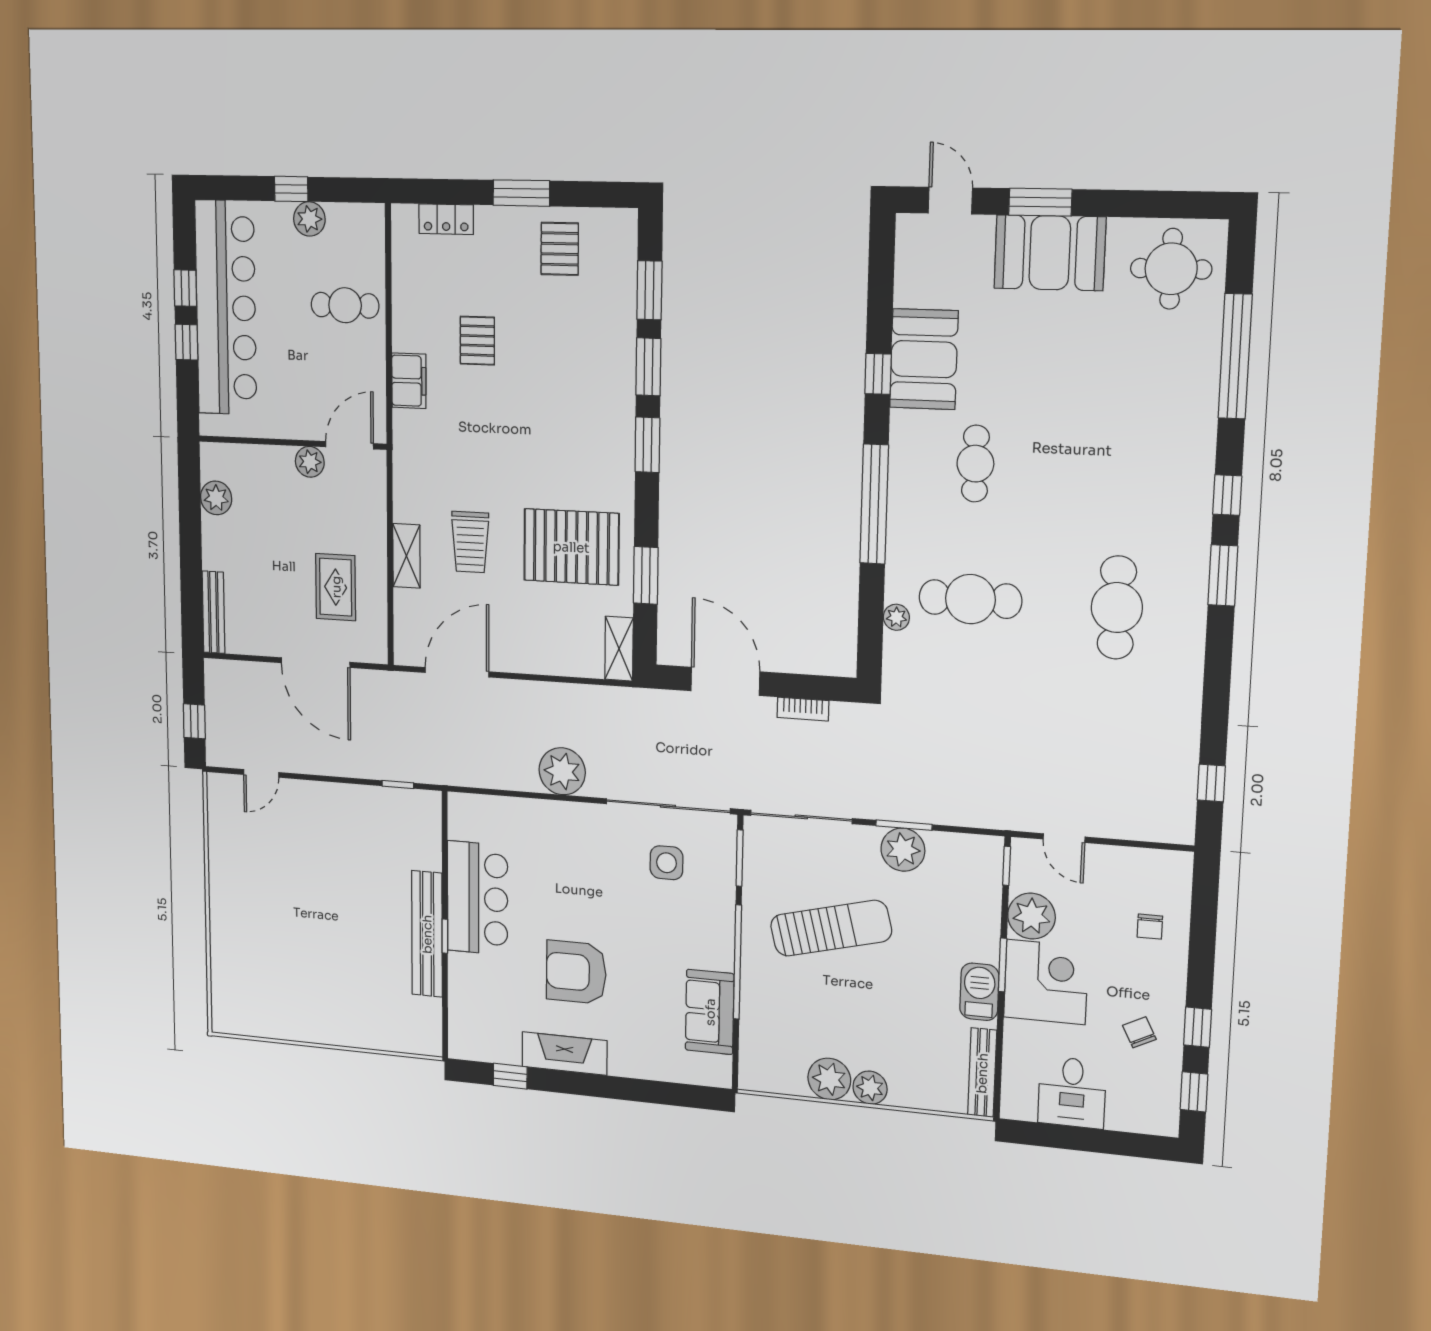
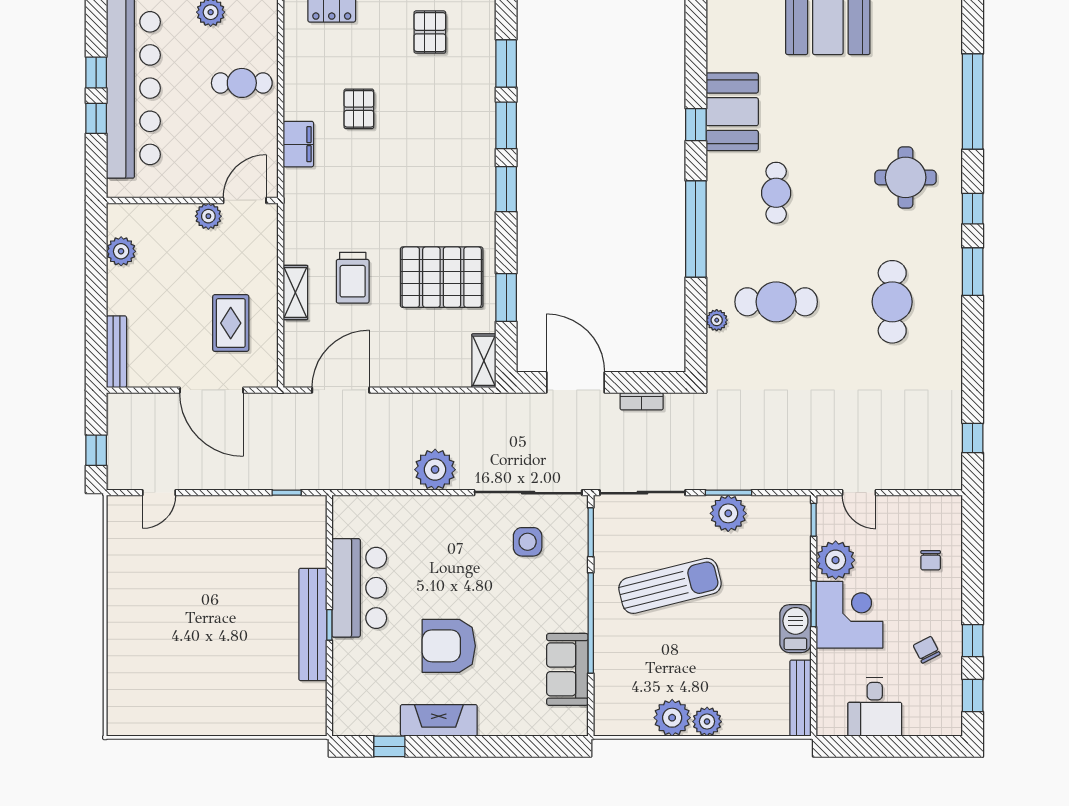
round table: (1171, 269) -> (906, 177), moved

